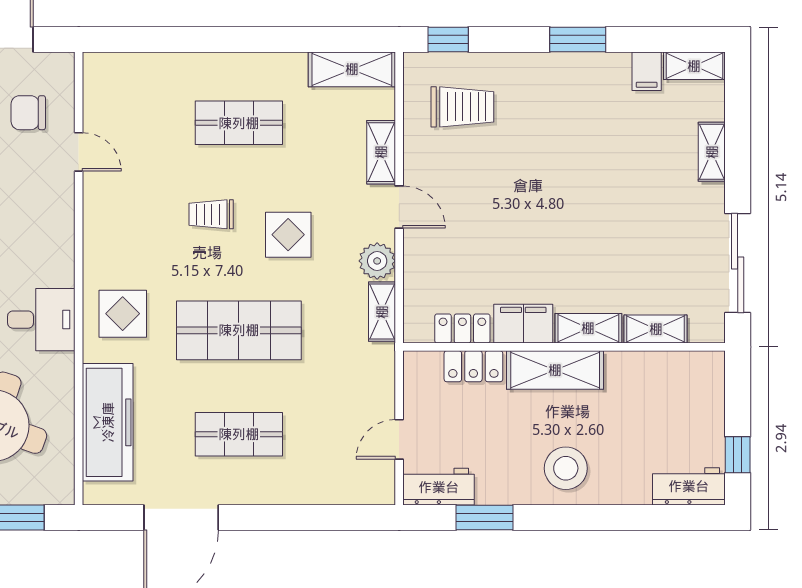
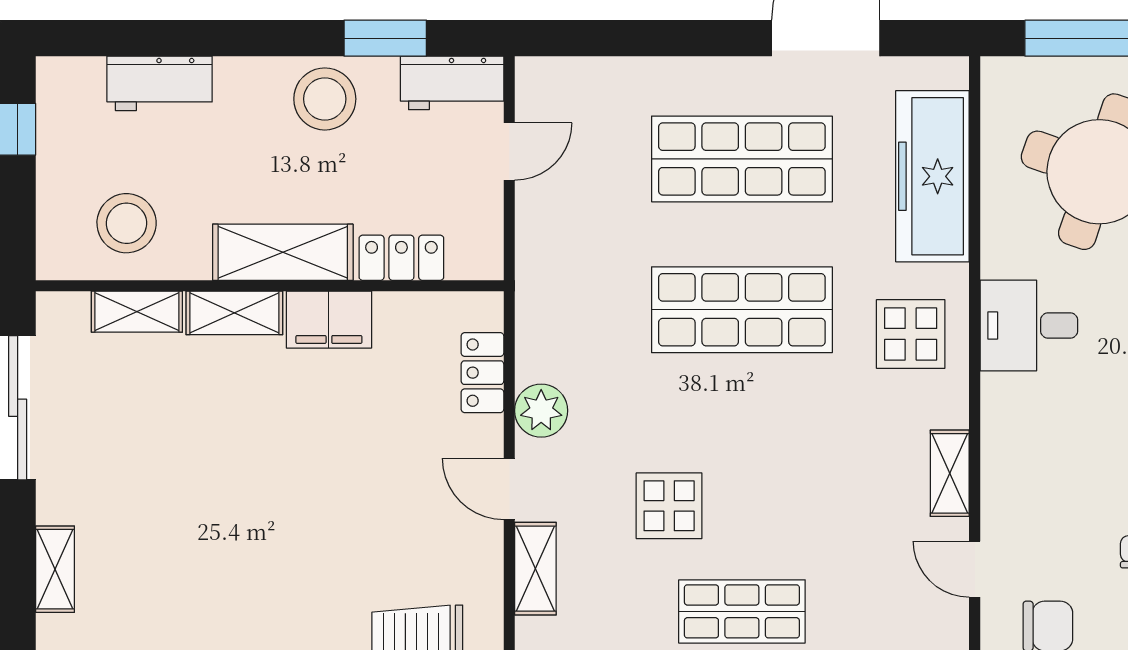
trolley: (211, 214) -> (782, 478), removed
display table: (288, 235) -> (669, 506), moved
shelving: (382, 312) -> (950, 473), moved
locker: (462, 329) -> (482, 373), moved, turned 90
stool: (663, 390) -> (127, 223), added
shop shelf: (239, 434) -> (742, 159), width x1.43, depth x1.36
stool: (566, 468) -> (325, 99), moved
workbench: (689, 486) -> (160, 83), moved

